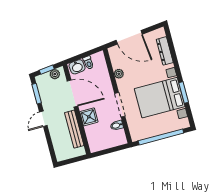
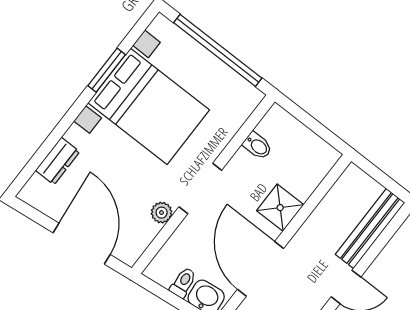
dresser: (165, 51) -> (58, 161), width x0.70
doorway: (120, 105) -> (200, 189), moved
bench: (74, 129) -> (370, 228), moved

